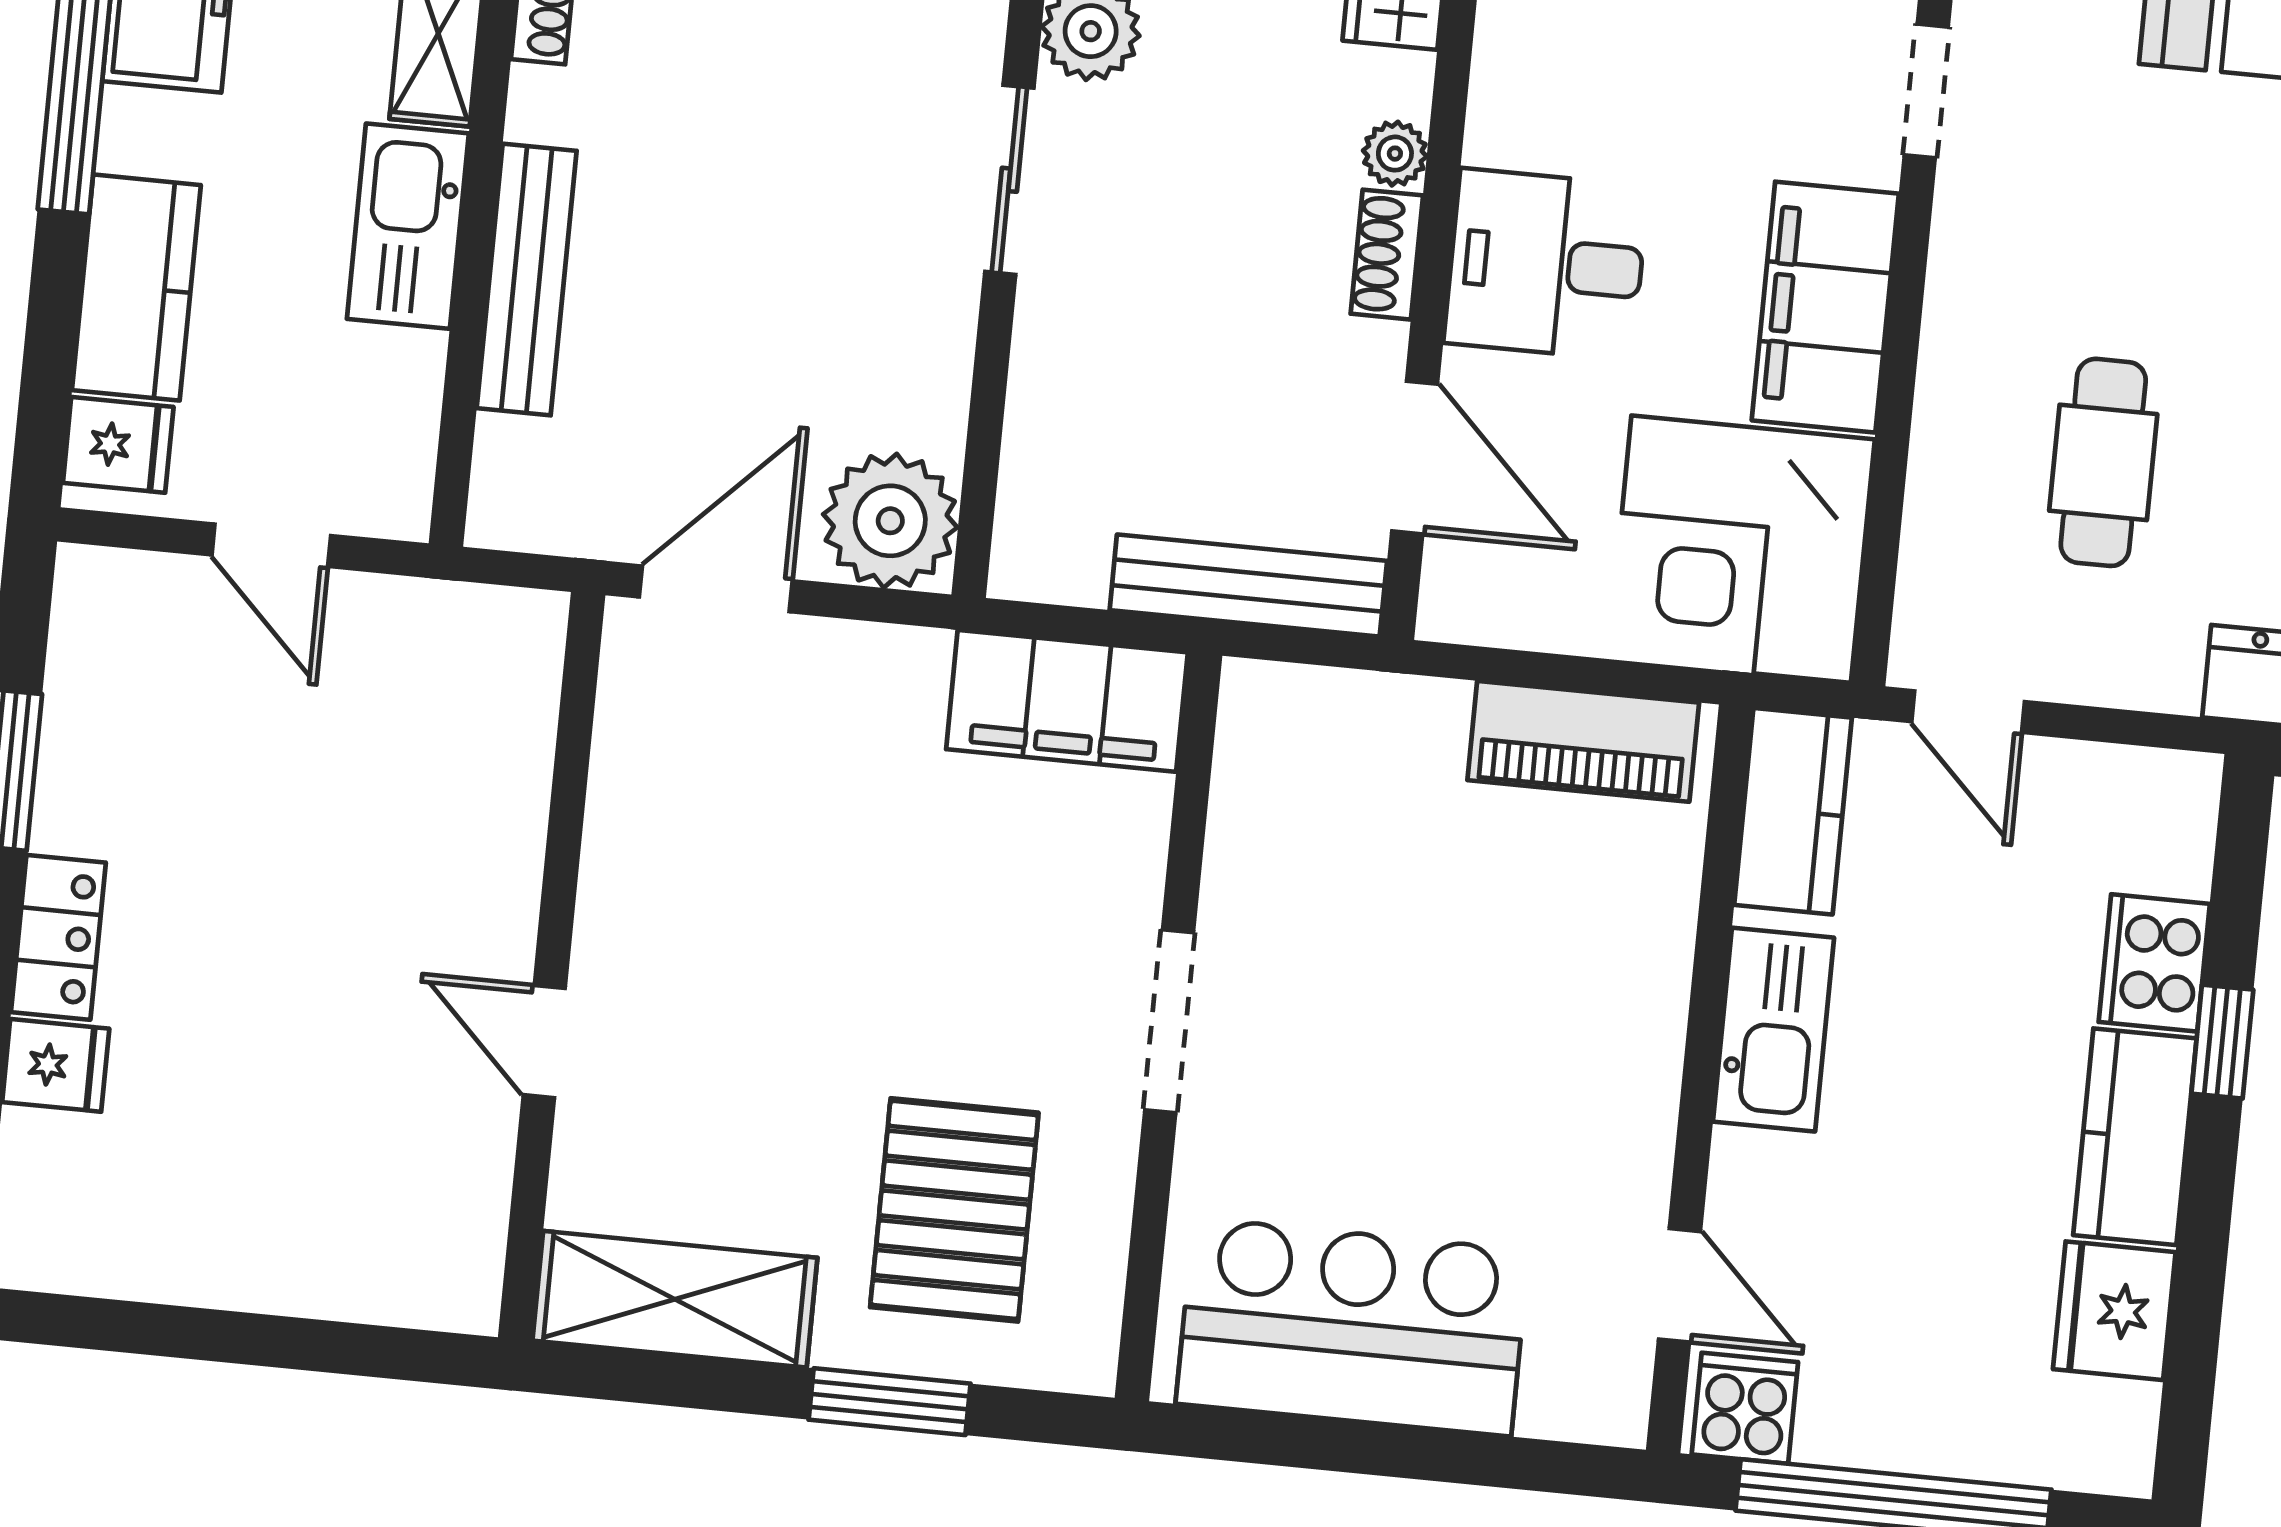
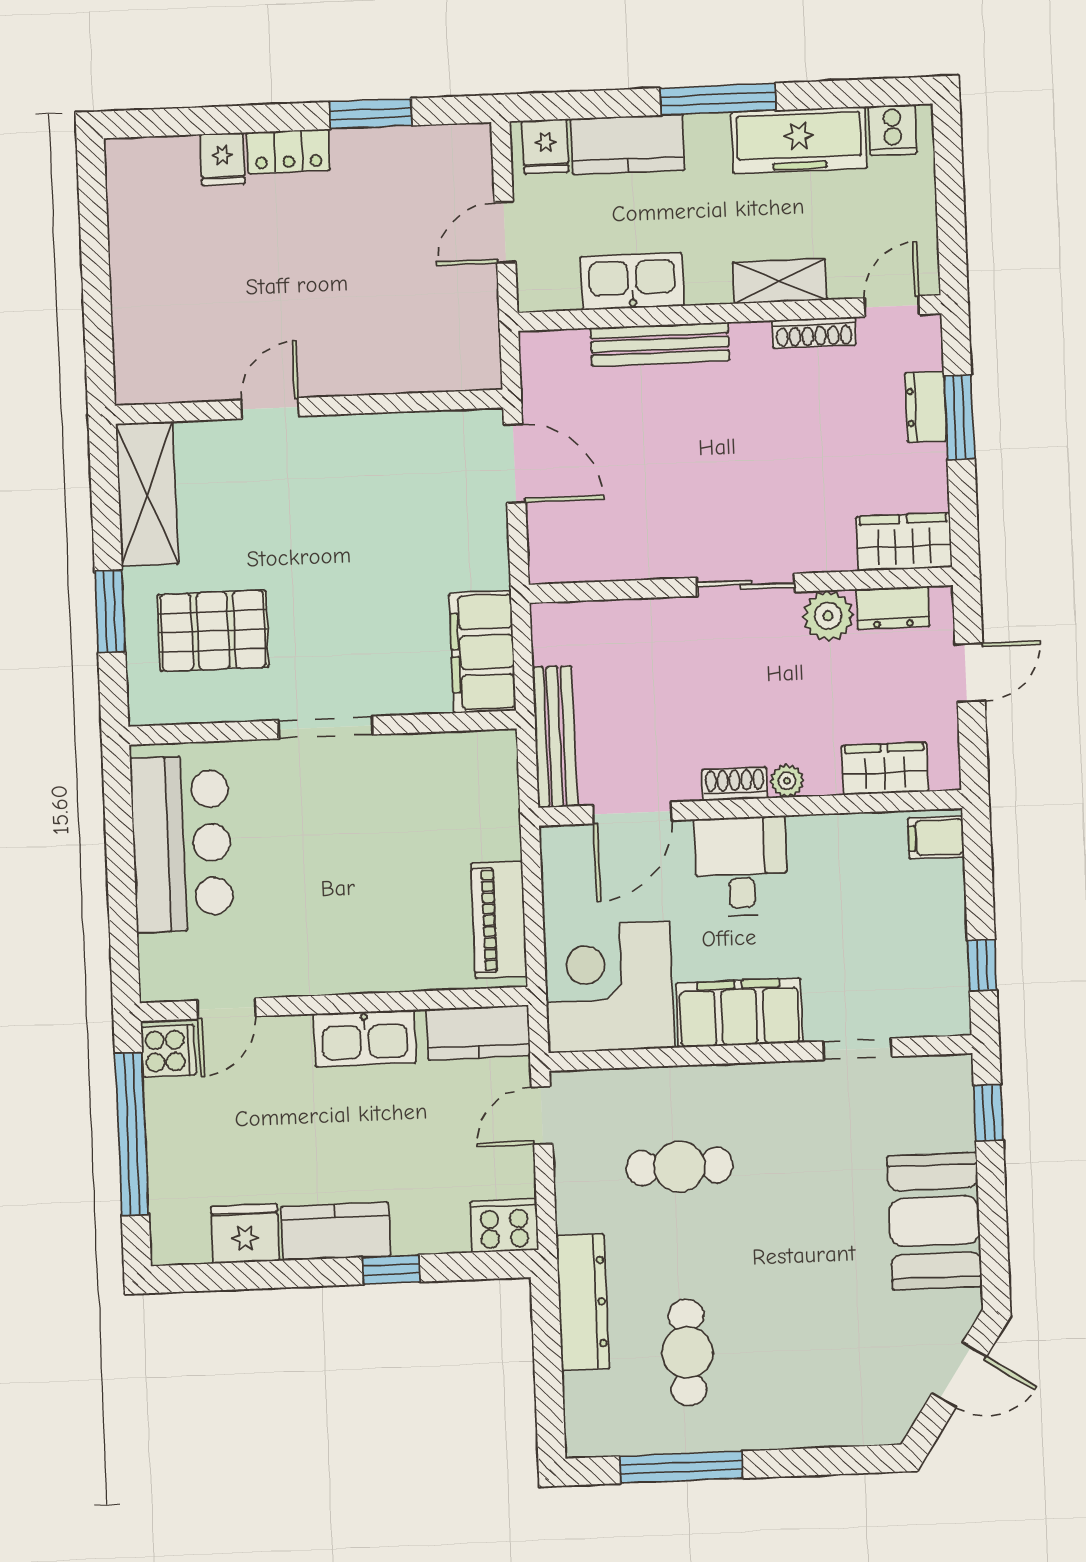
kitchen sink: (408, 226) -> (632, 281), moved
plant: (890, 521) -> (562, 548), removed
cooker: (2154, 963) -> (504, 1226), moved

